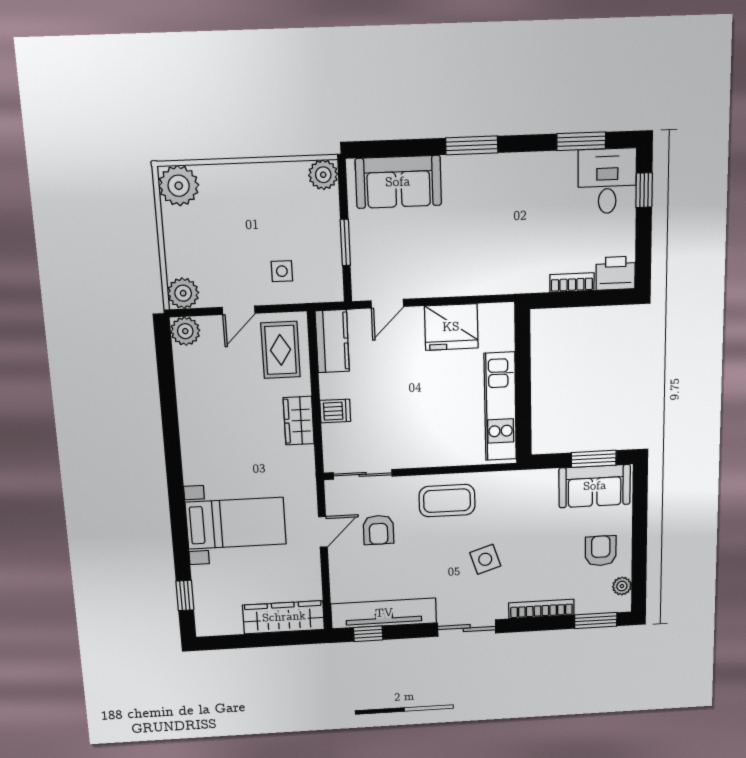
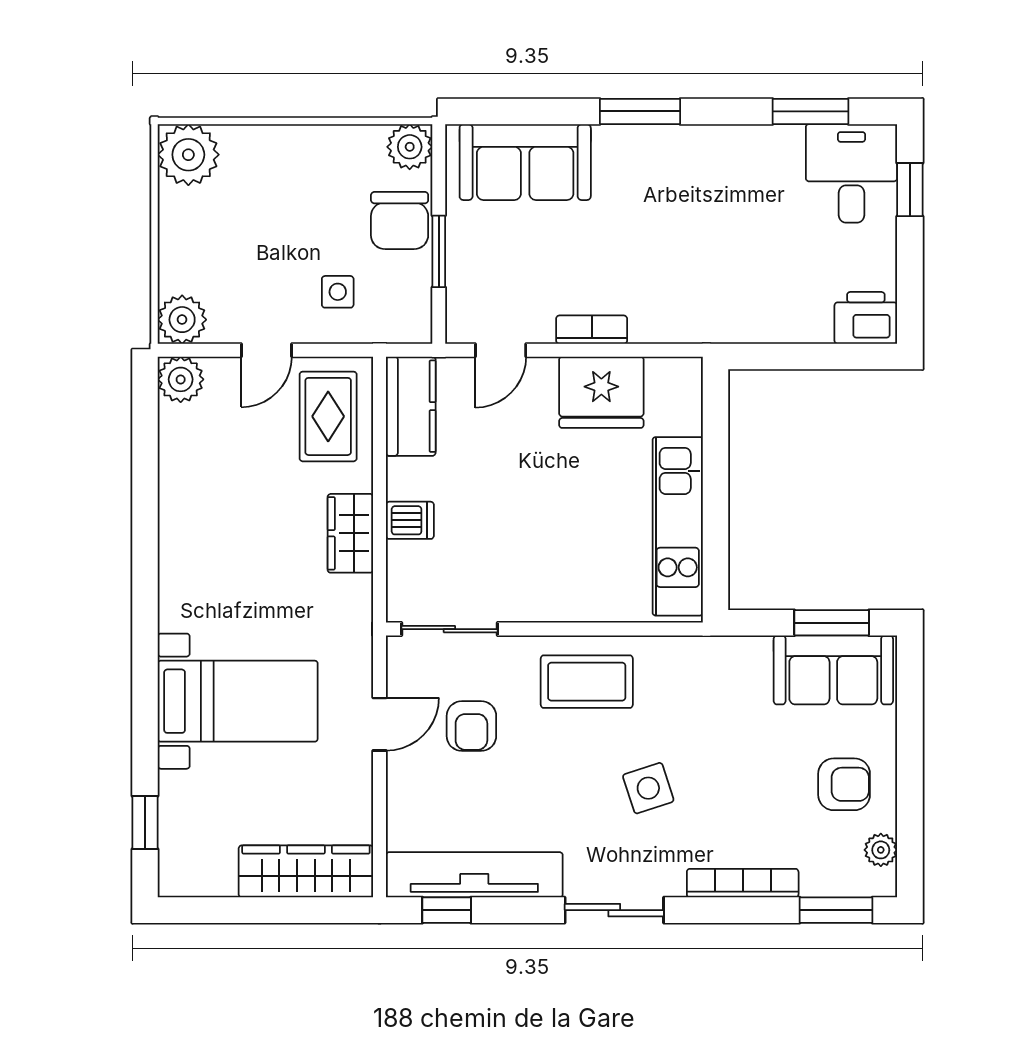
chair: (319, 223) -> (400, 221), added
bookcase: (572, 283) -> (592, 330), moved
armchair: (601, 551) -> (844, 784), turned 90

